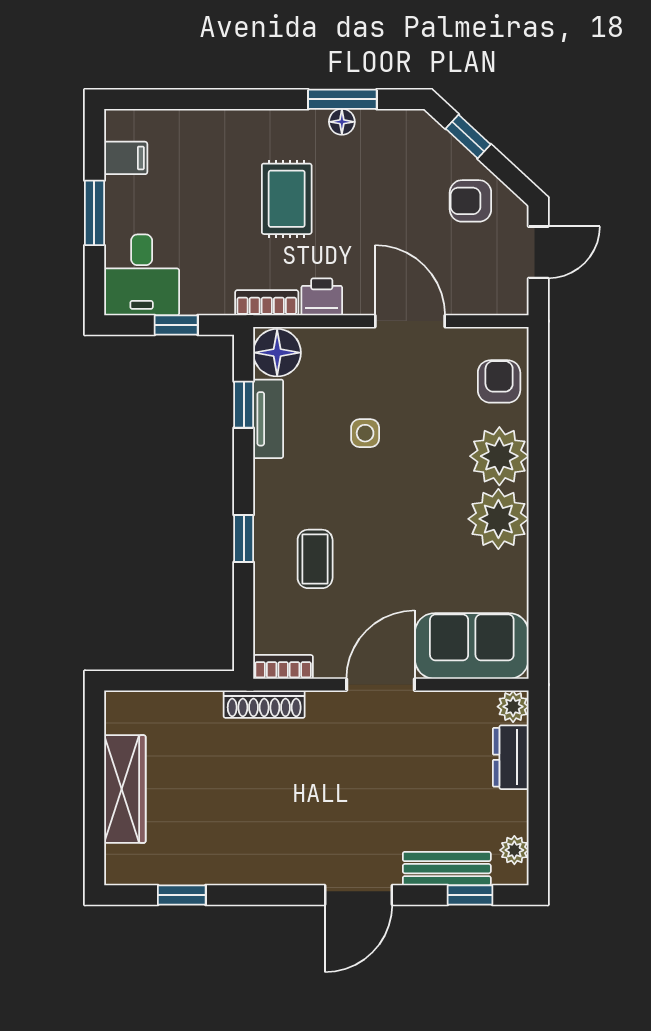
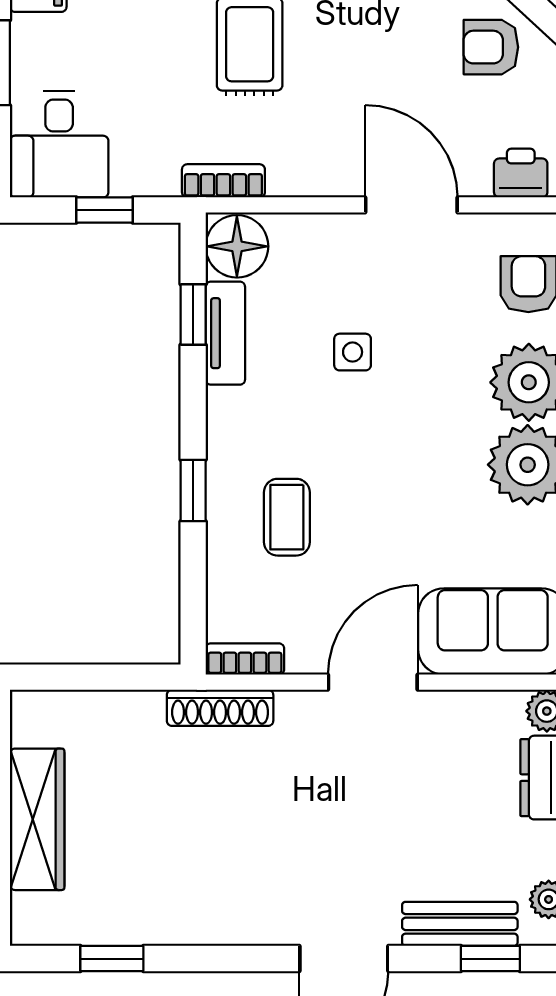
printer: (322, 297) -> (521, 173), moved

